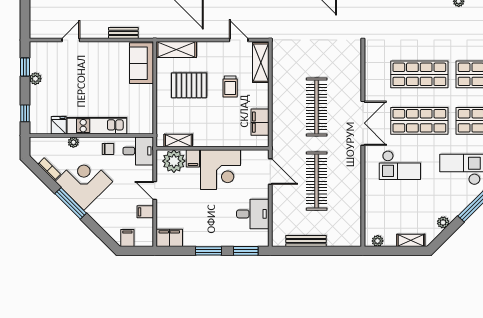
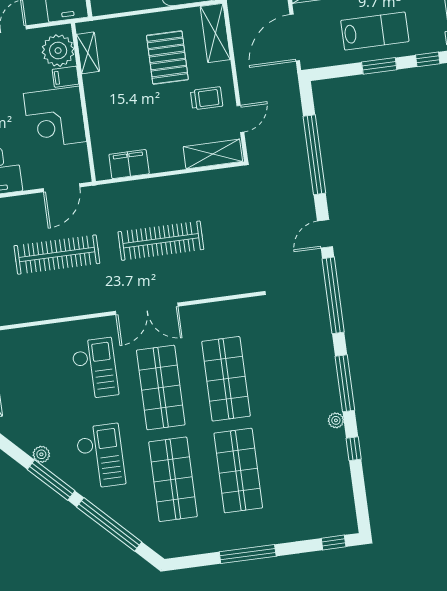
trolley: (230, 87) -> (207, 98), moved, turned 180
checkout: (400, 165) -> (95, 368), turned 180
plant: (443, 222) -> (41, 454), moved

